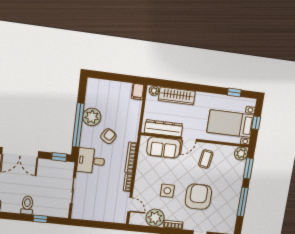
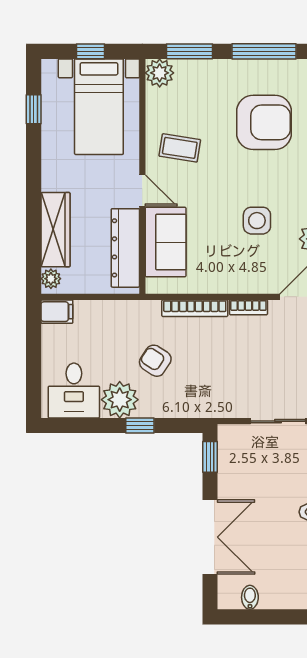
window: (78, 125) -> (140, 425), width x0.32
desk: (91, 161) -> (74, 391), moved
armchair: (198, 197) -> (264, 122), moved, turned 180

